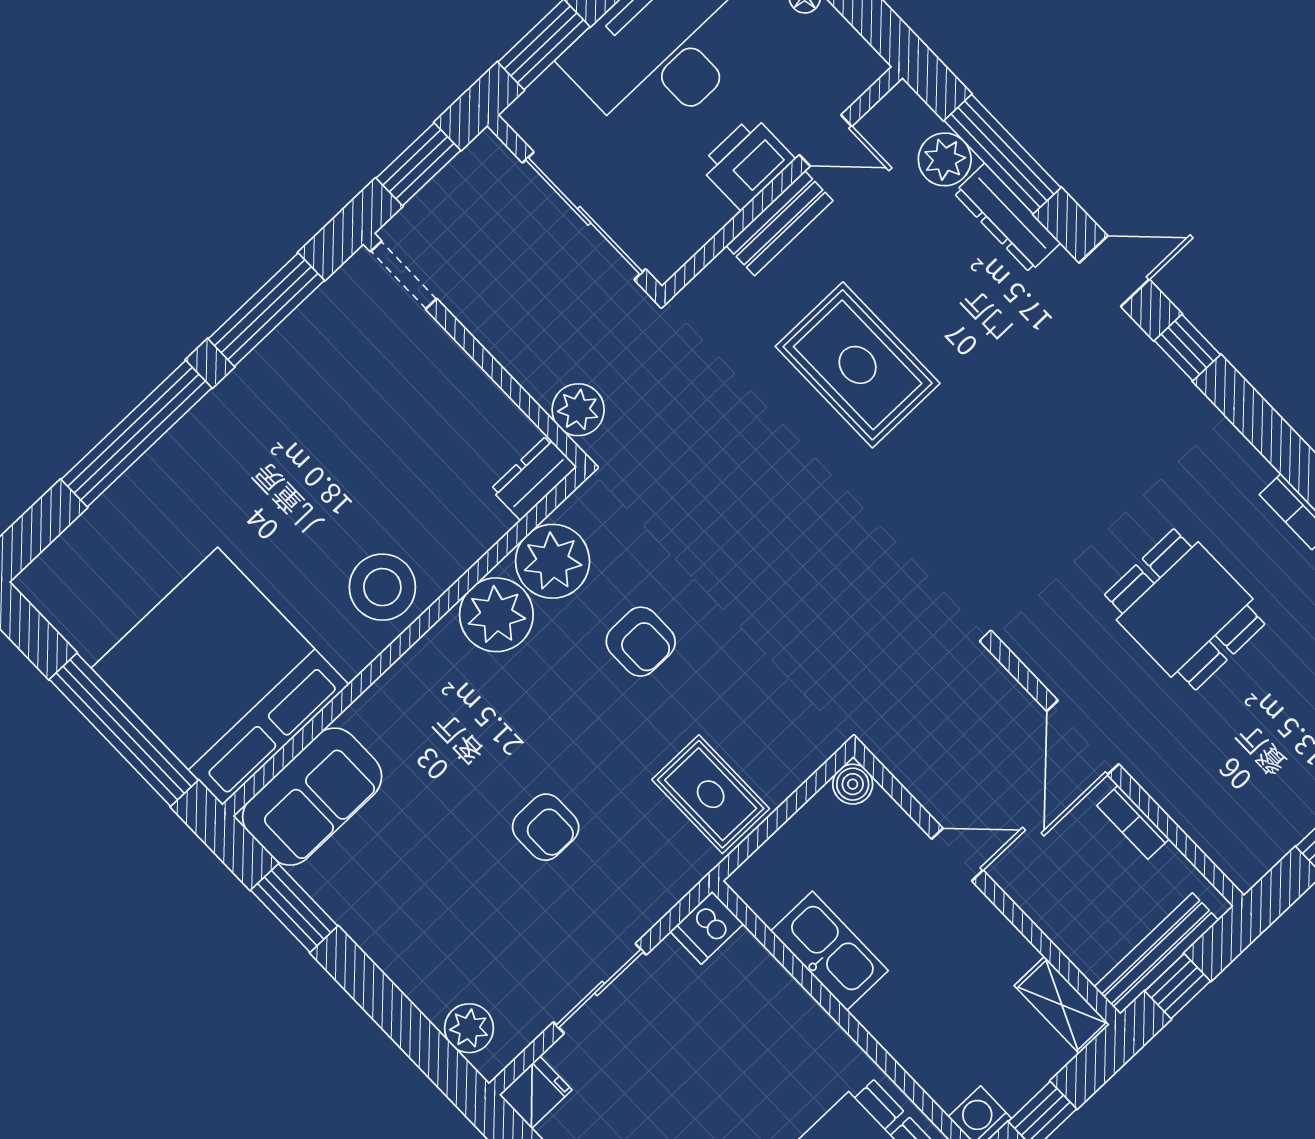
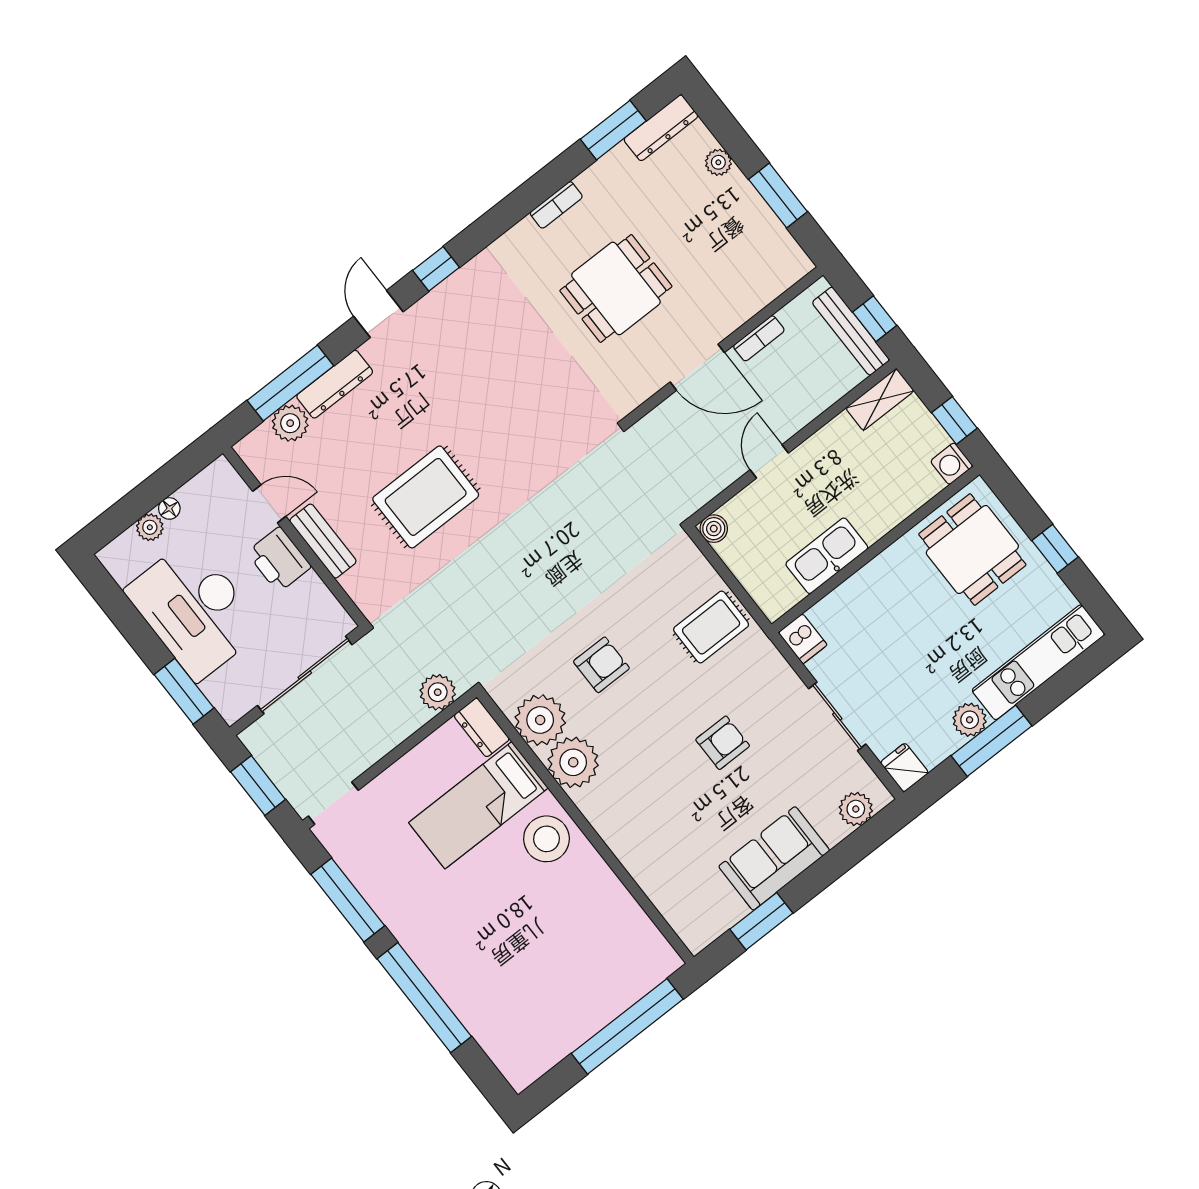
door: (826, 141) -> (269, 504), hinge flipped
bed: (220, 676) -> (478, 805), moved, width x0.49
sofa: (312, 797) -> (774, 858), moved, turned -90

